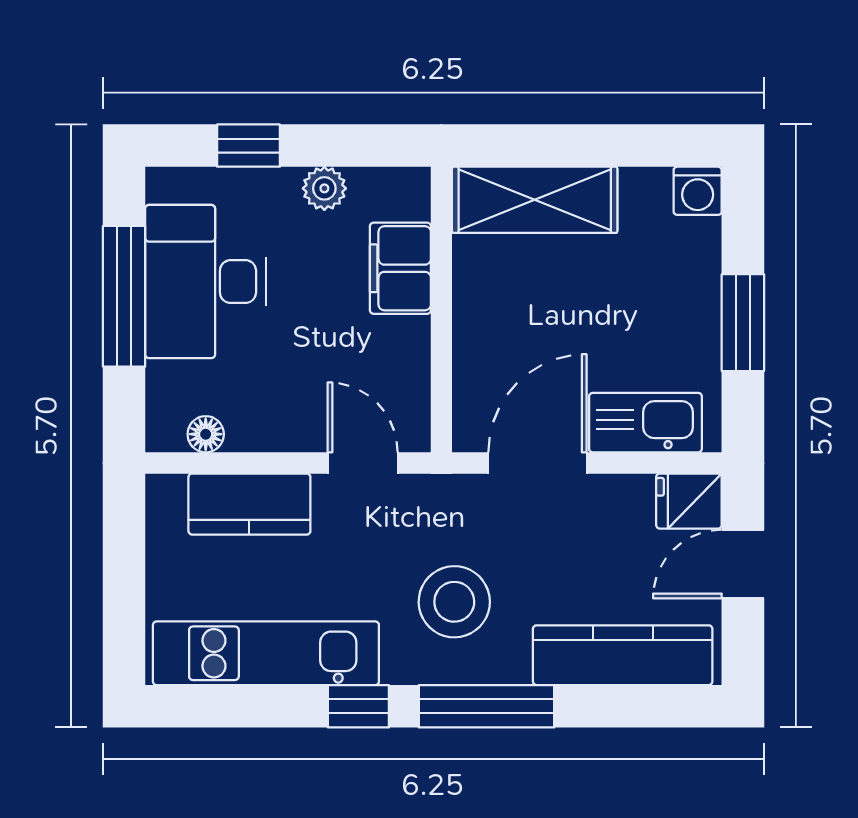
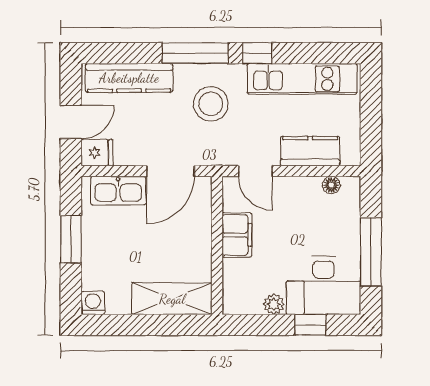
filing cabinet: (400, 268) -> (237, 235), moved
desk: (205, 282) -> (324, 286), moved, turned 90

